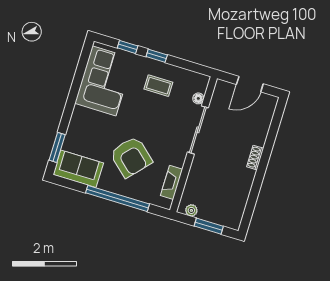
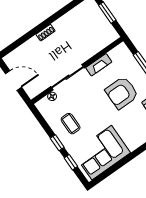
armchair: (131, 157) -> (122, 93), turned -132
fireplace: (172, 182) -> (99, 65), moved
plant: (191, 210) -> (110, 31), removed

